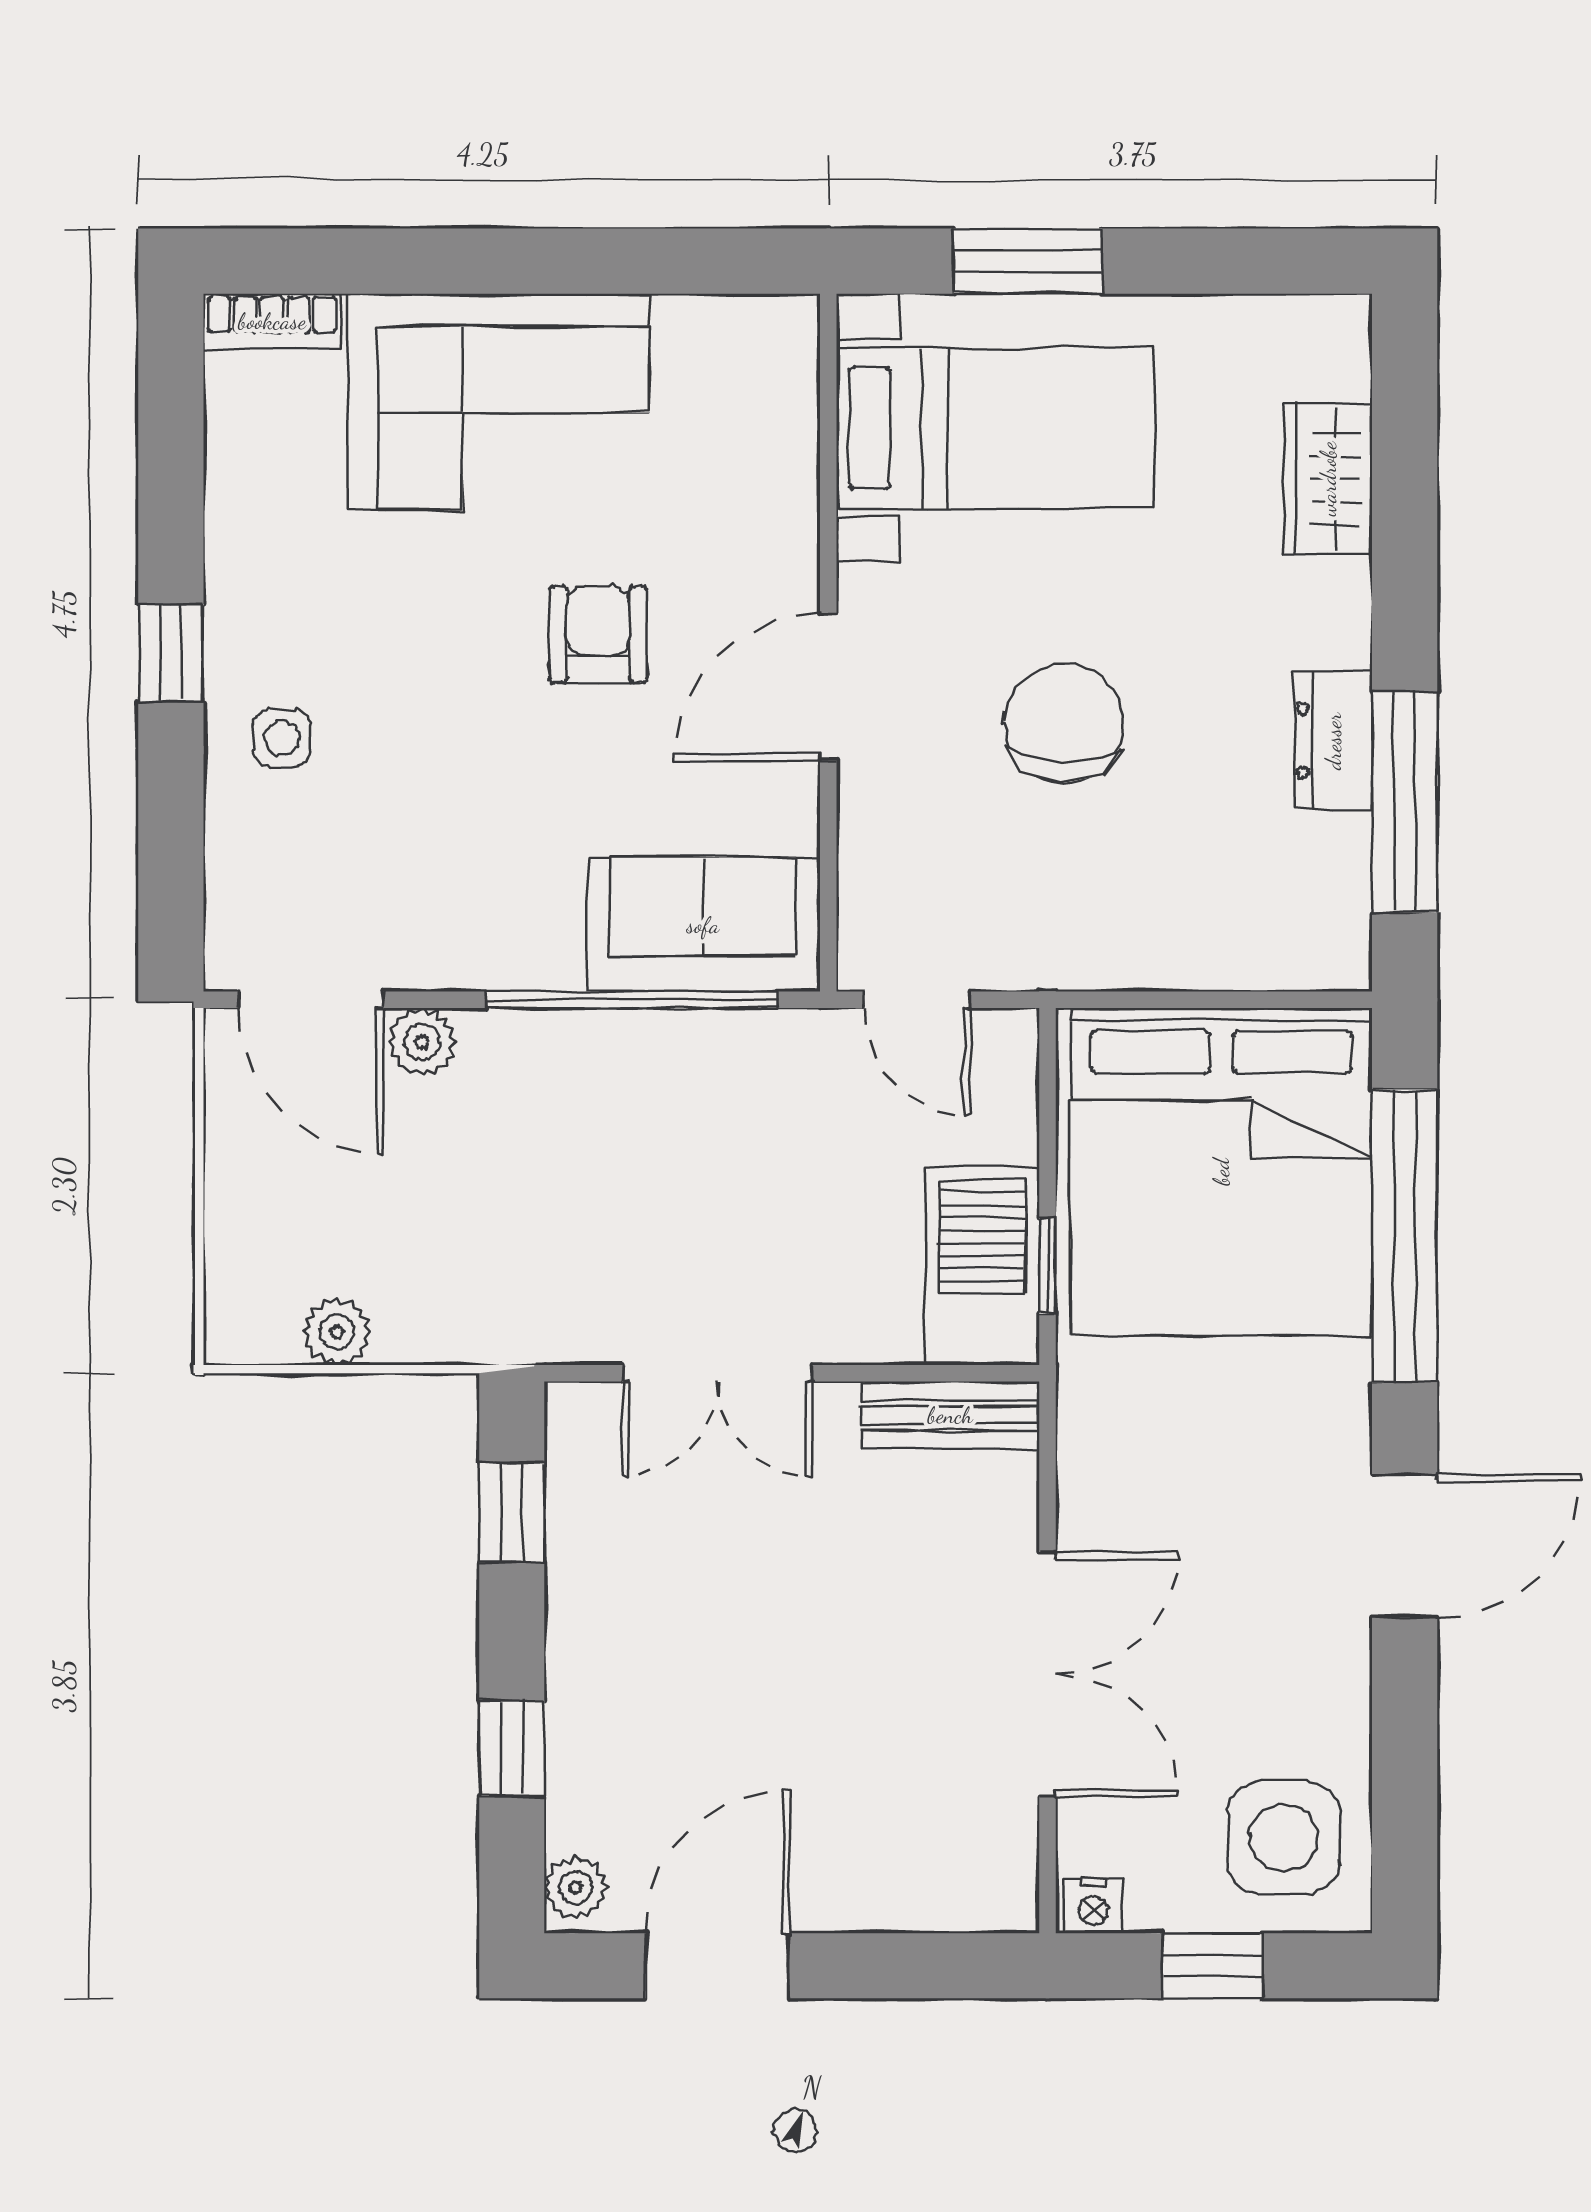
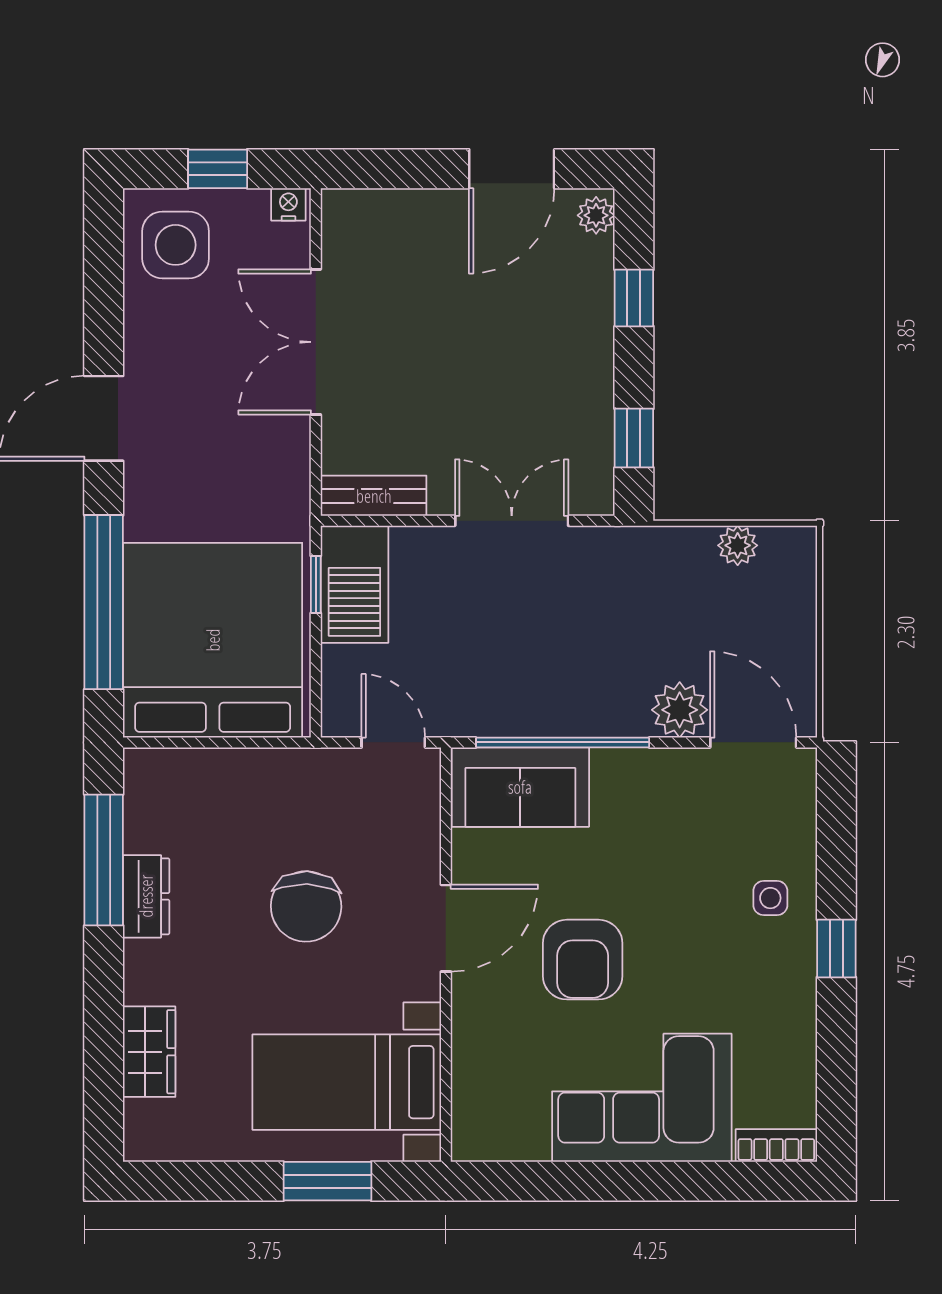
armchair: (598, 634) -> (583, 960), width x1.38, depth x1.38
plant: (422, 1042) -> (680, 710), width x1.38, depth x1.38

